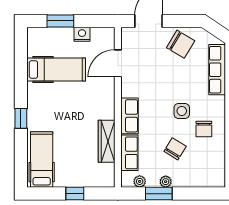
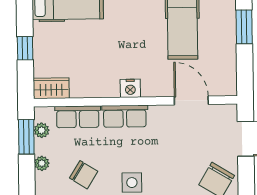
nightstand: (82, 34) -> (130, 88), moved, turned 90
wardrobe: (107, 141) -> (51, 88), moved, width x0.67
window: (159, 194) -> (26, 137), moved

